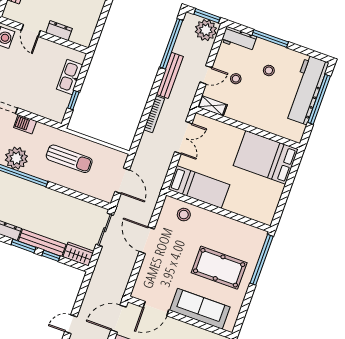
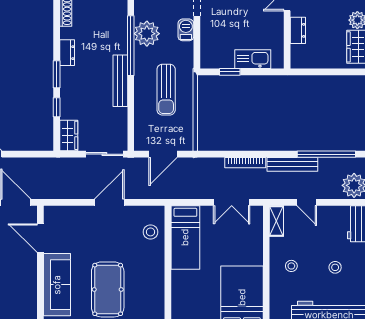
stool: (236, 79) -> (291, 266), moved
bench: (42, 243) -> (120, 81), moved

